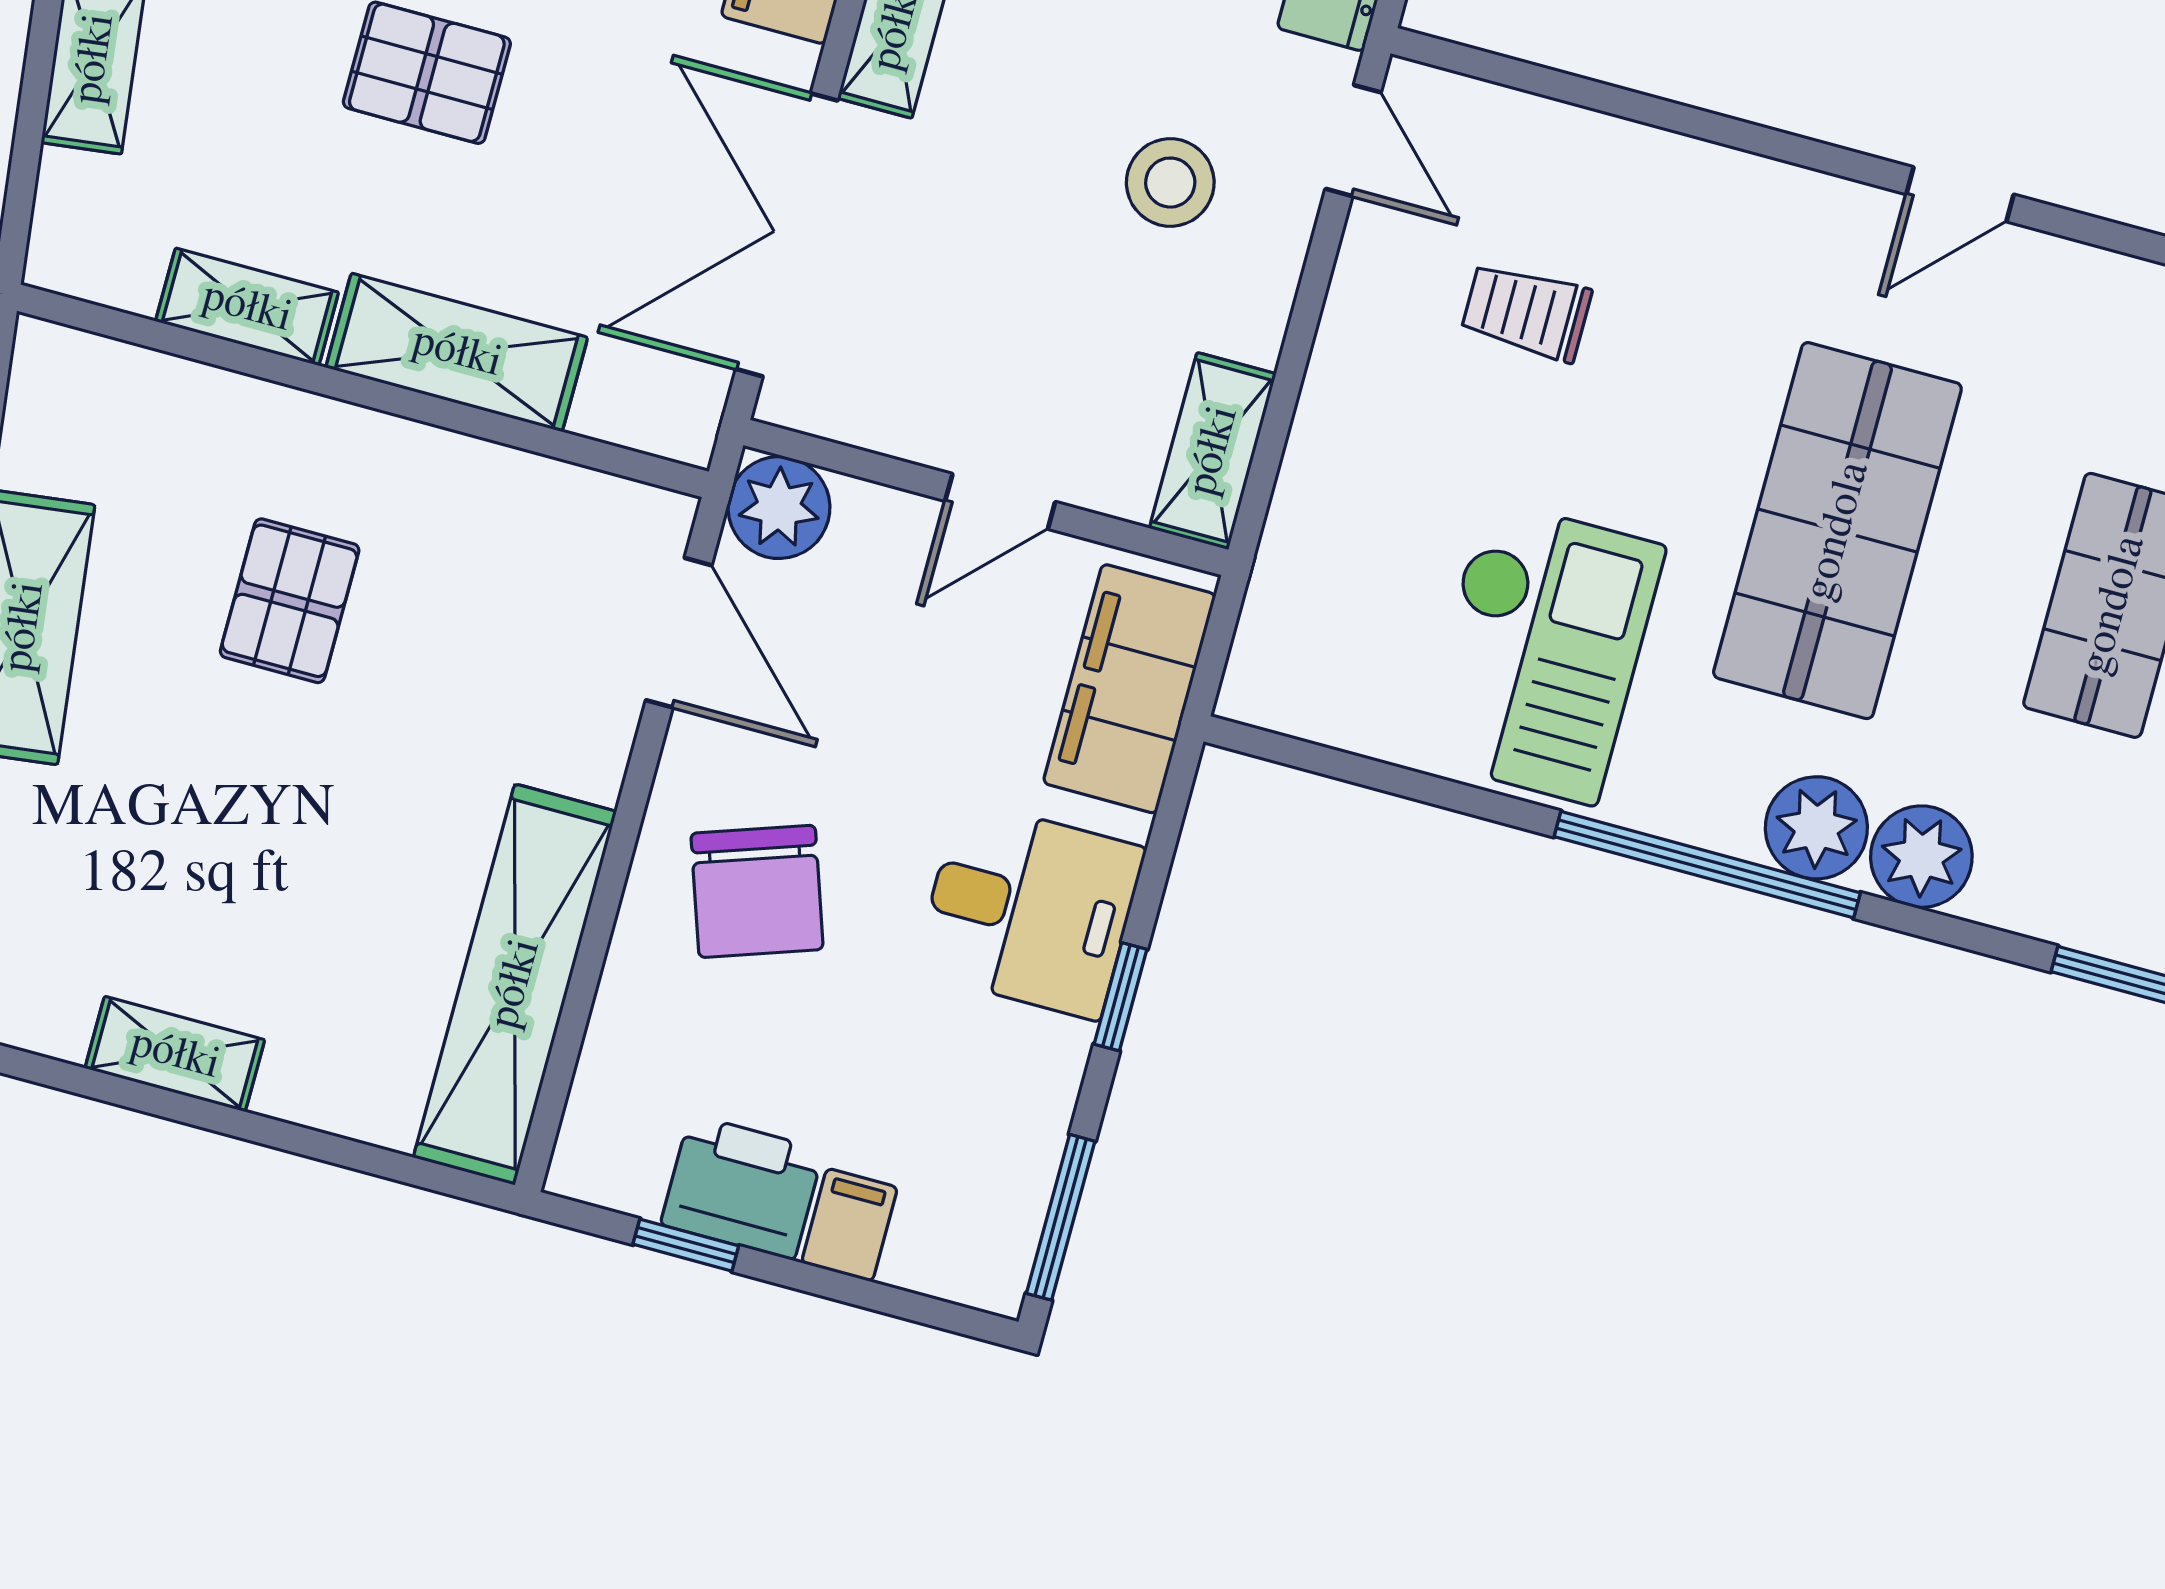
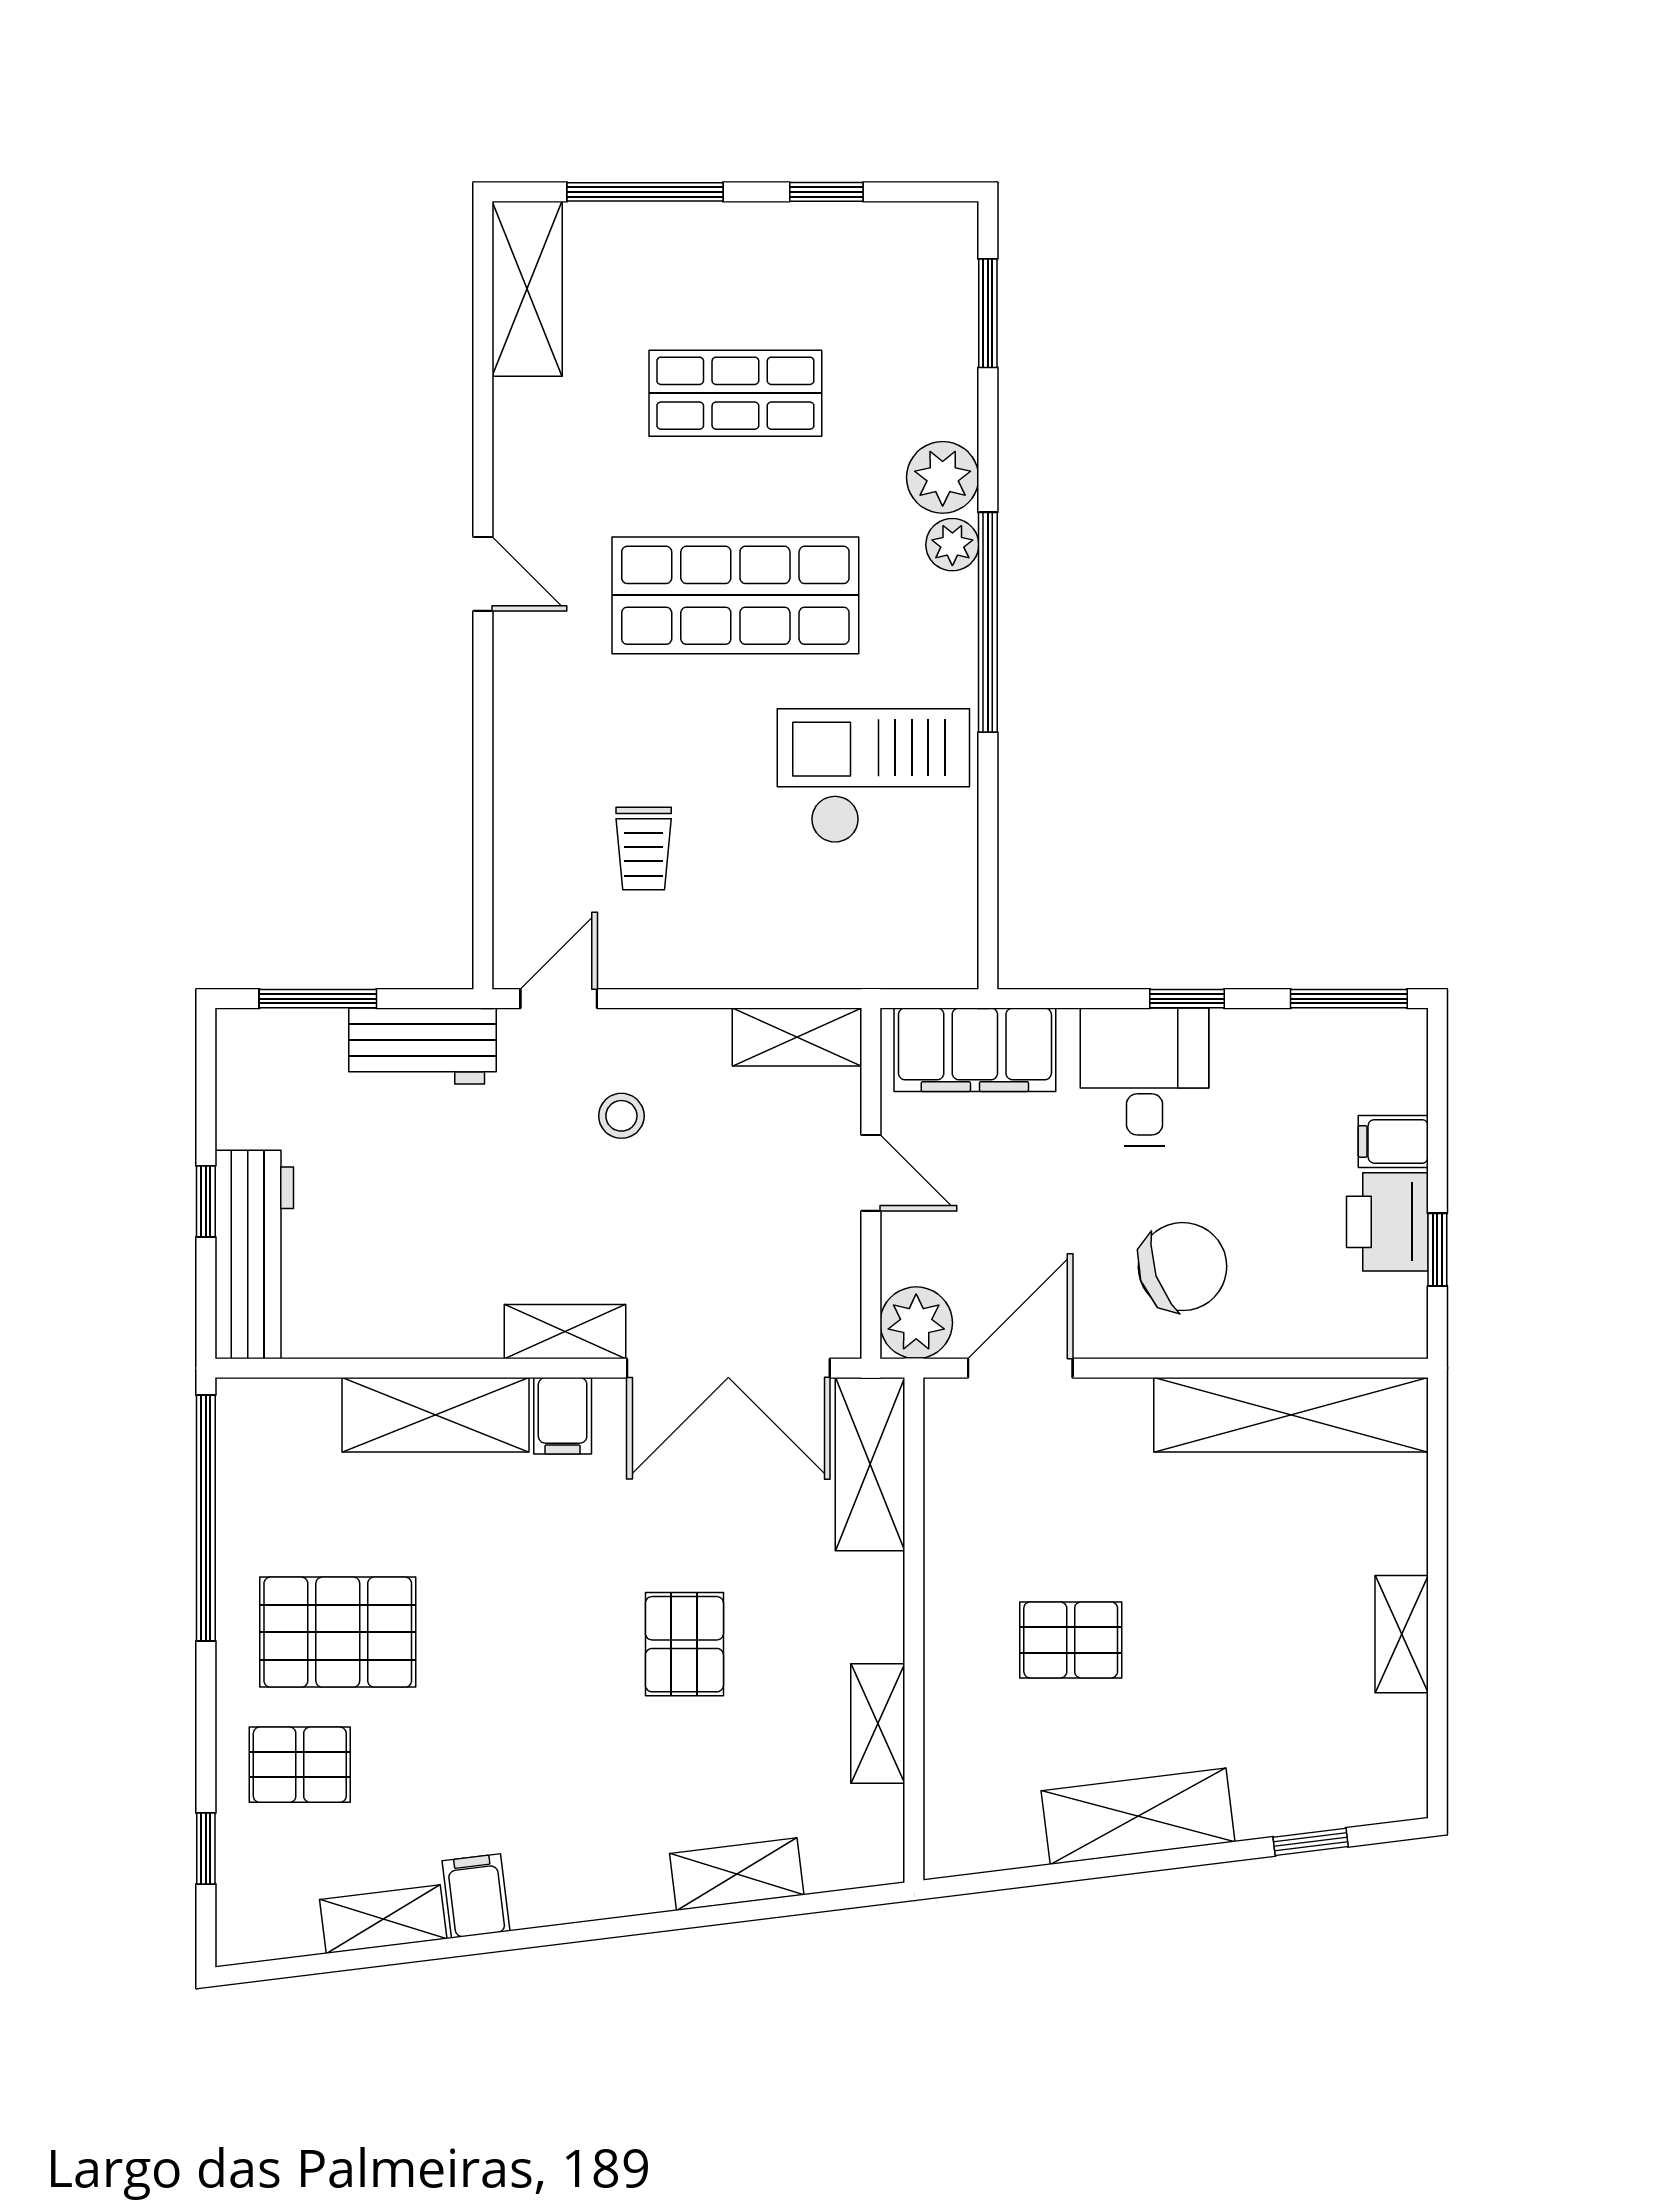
stool: (1170, 183) -> (621, 1116), width x0.73, depth x0.73
shelving: (457, 352) -> (870, 1464), moved
plant: (1816, 828) -> (952, 545), width x0.73, depth x0.73

